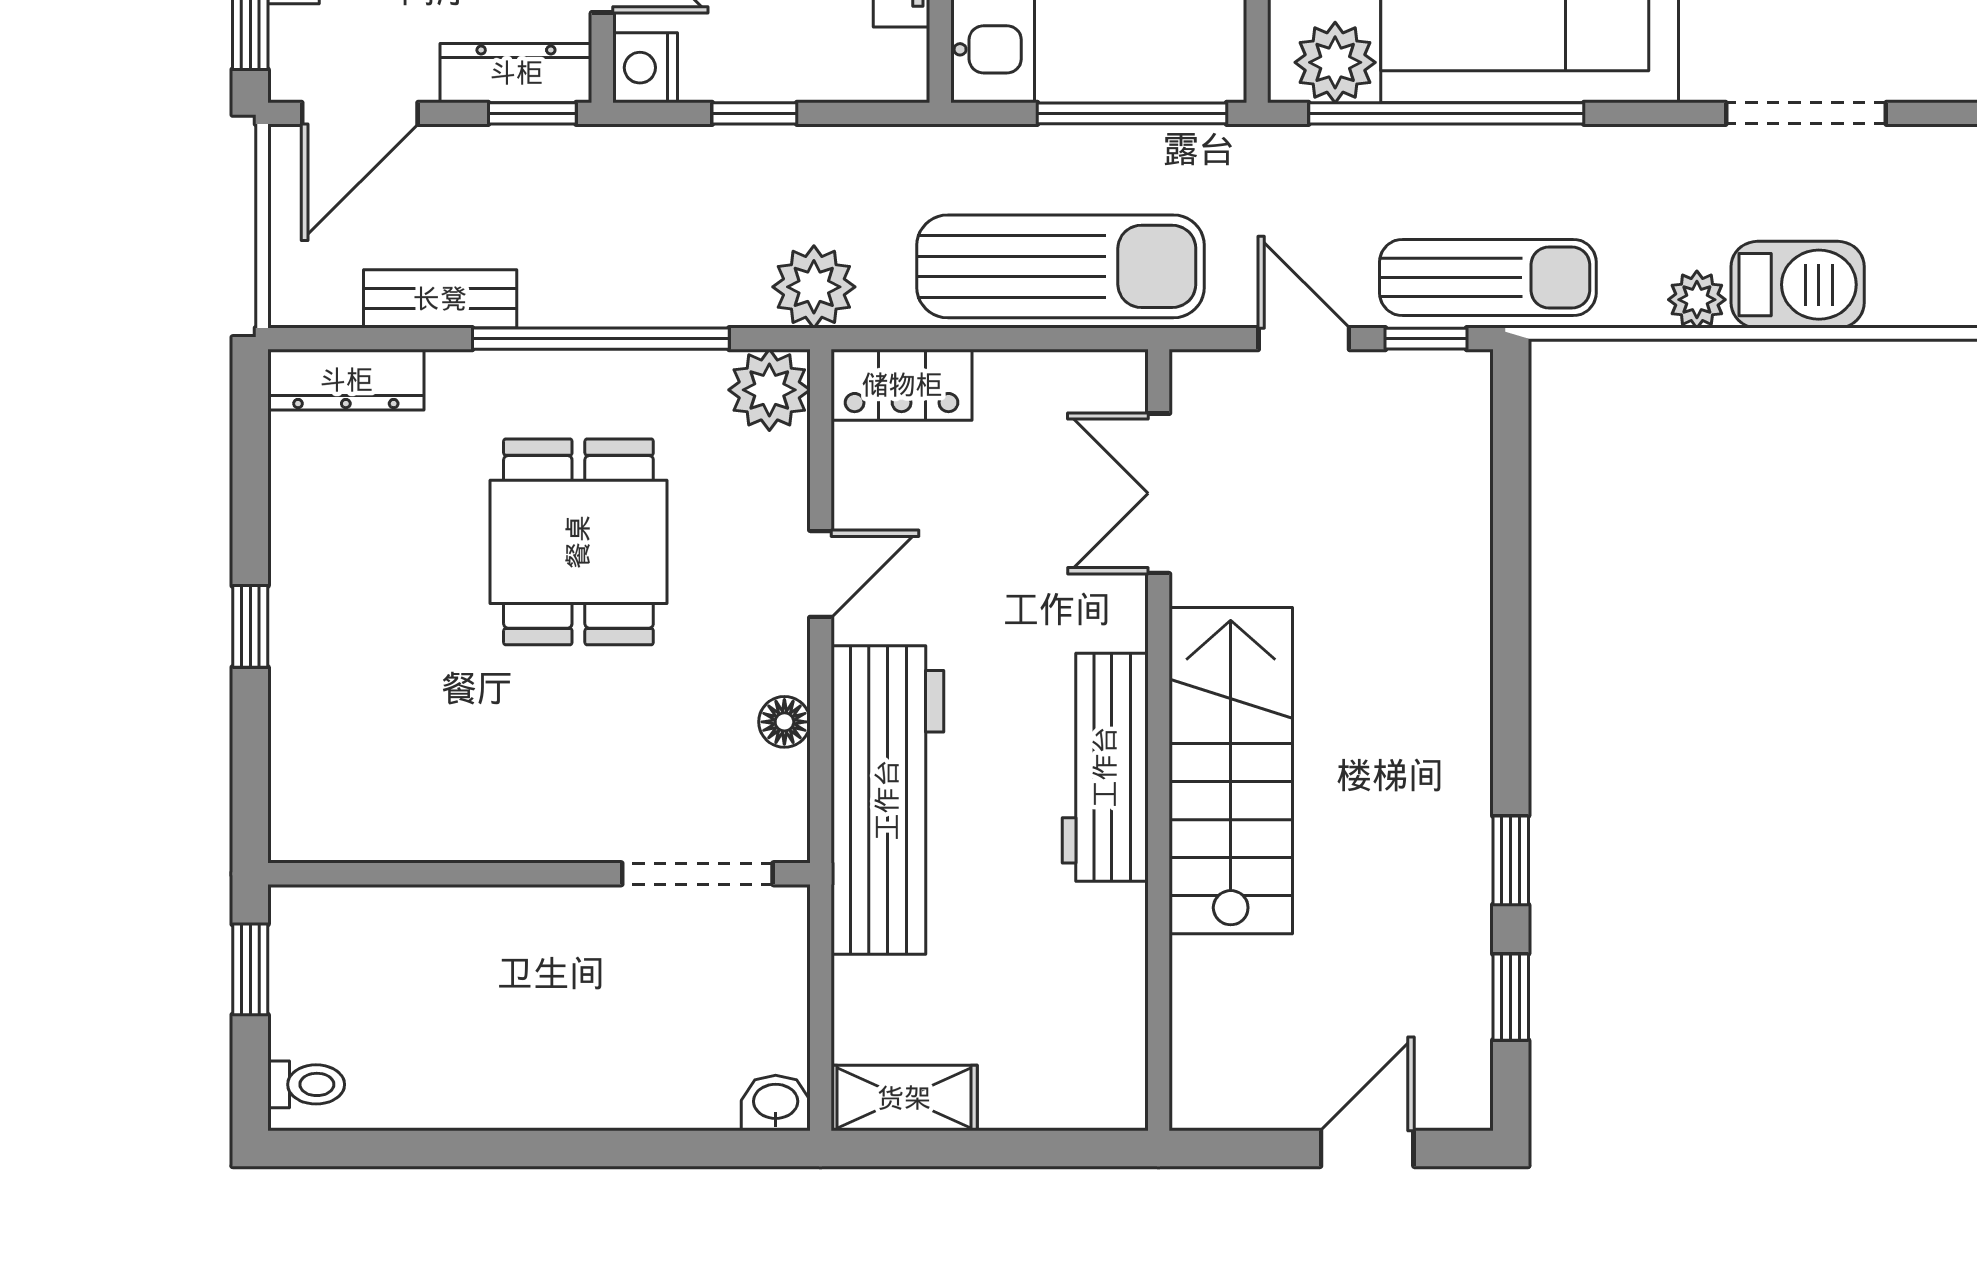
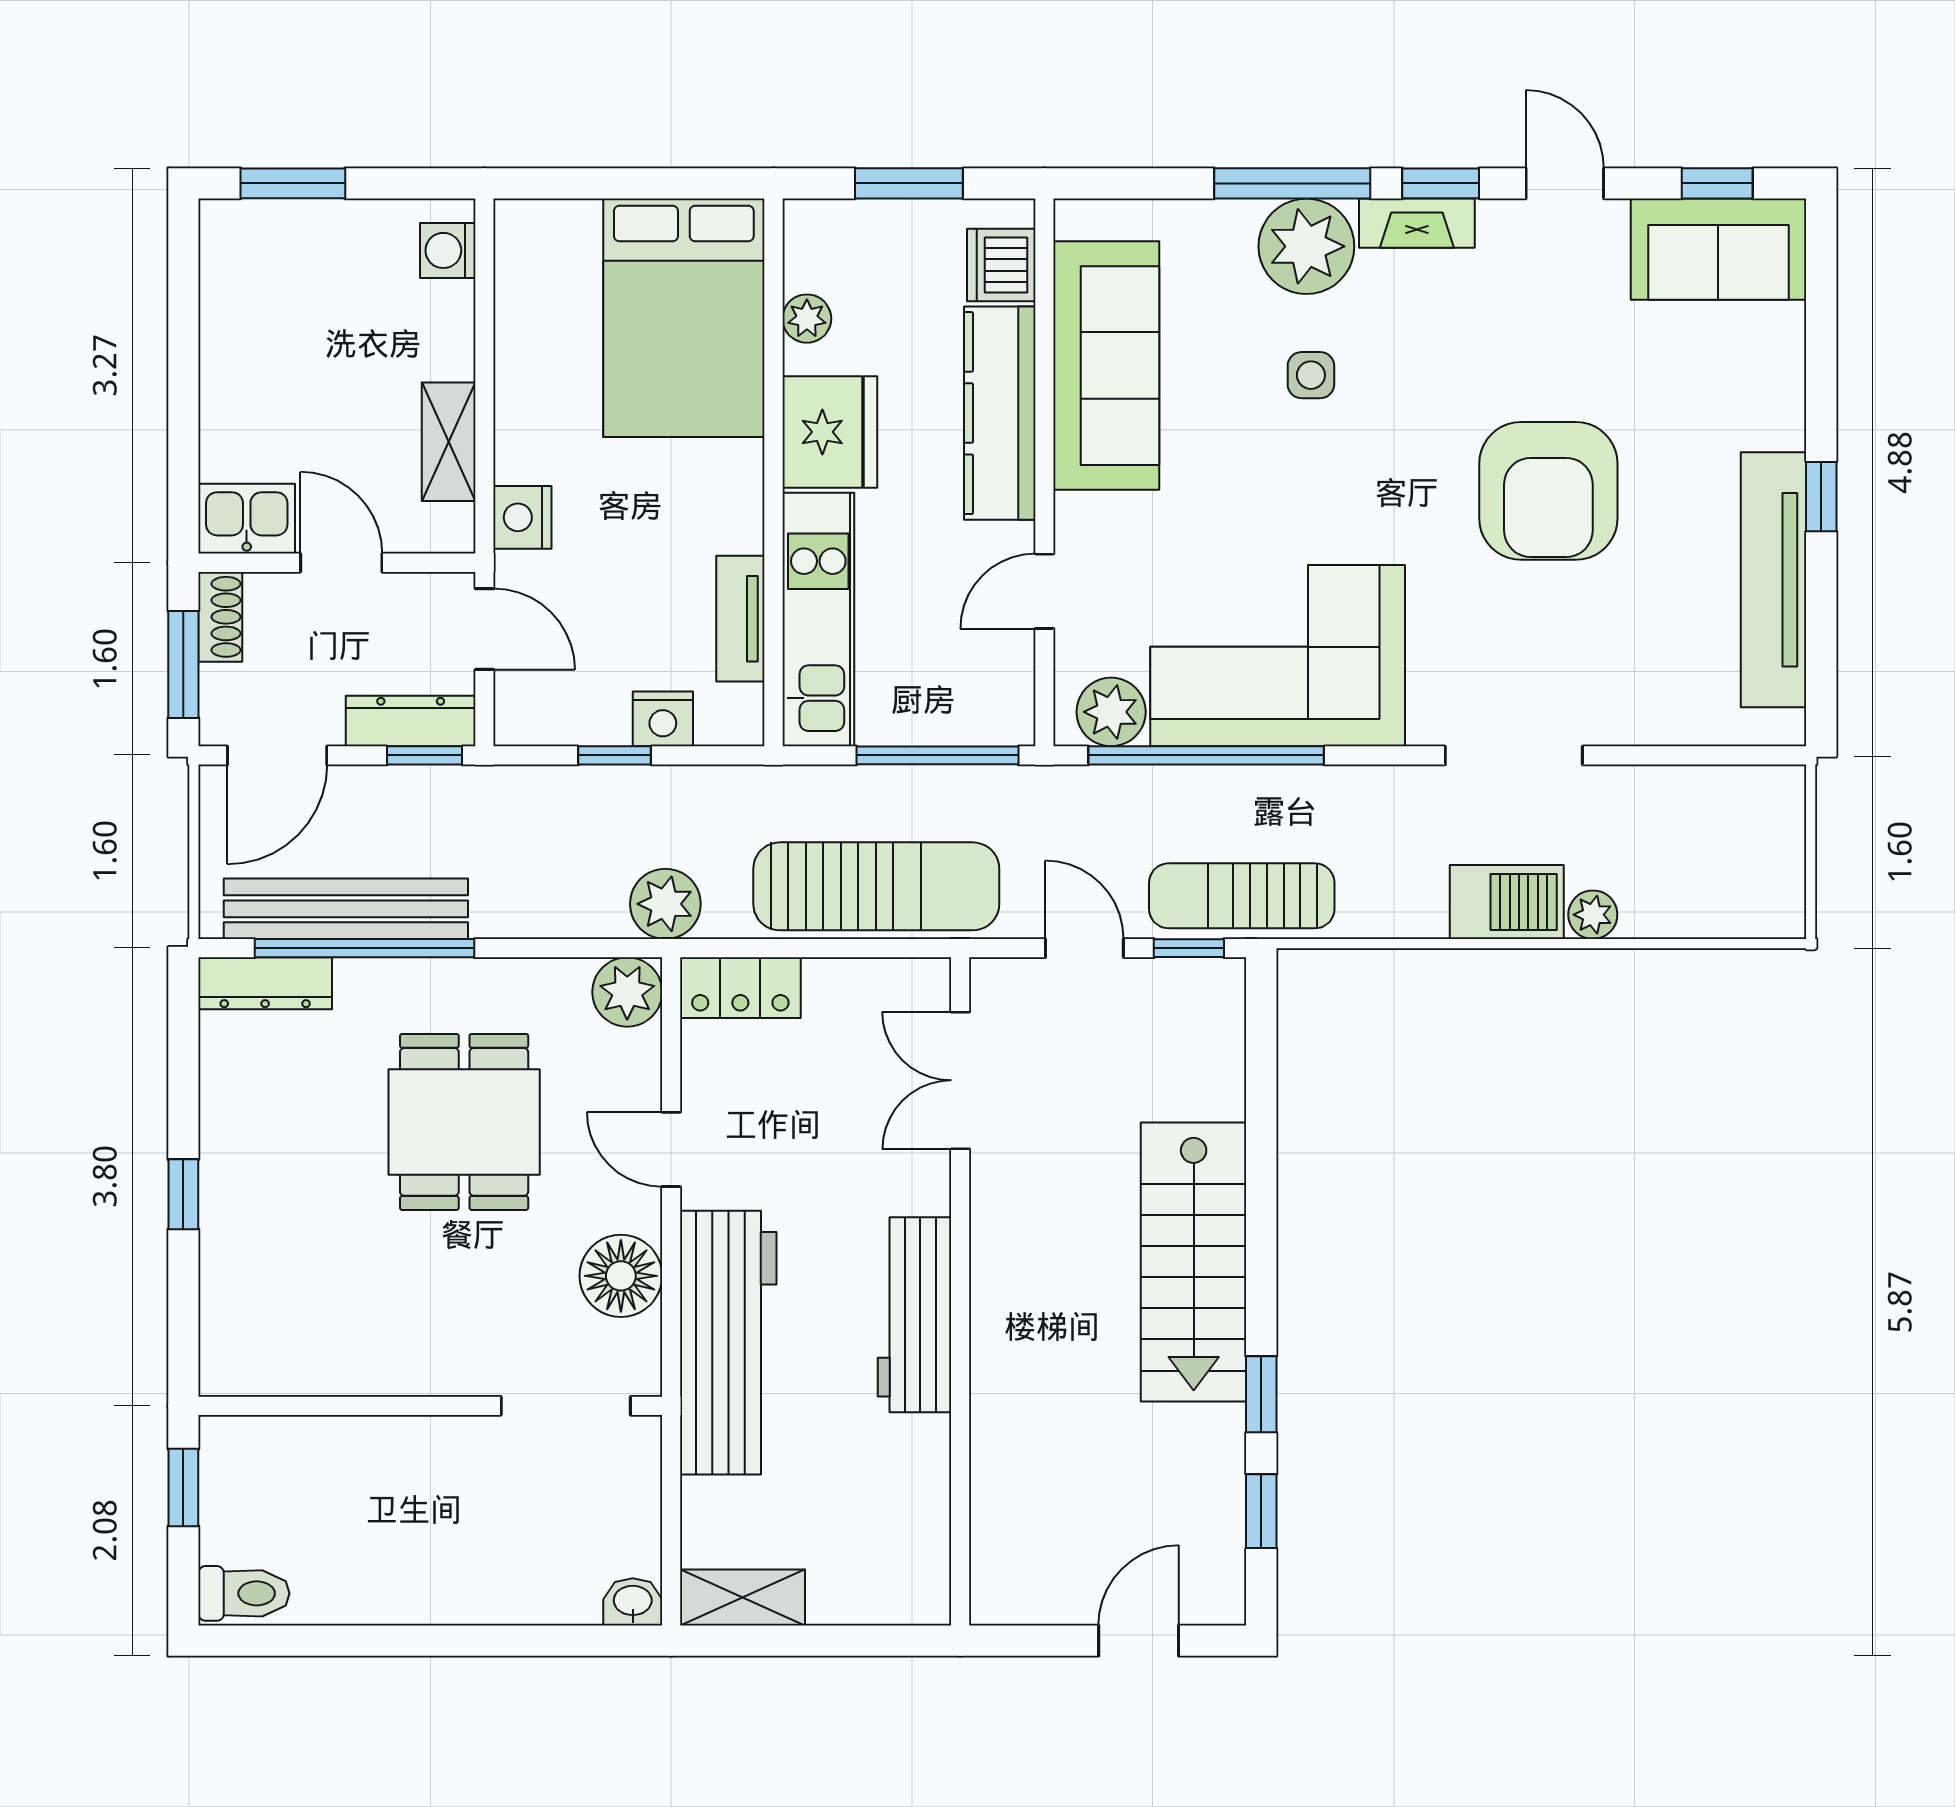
nightstand: (645, 68) -> (663, 719), moved, turned -90
sun lounger: (1488, 278) -> (1242, 896), turned 180
bench: (440, 299) -> (346, 909), width x1.86, depth x1.21
plant: (1697, 300) -> (1593, 915), moved
window: (601, 339) -> (365, 948), moved
door: (821, 574) -> (671, 1149), swing flipped
floor lamp: (784, 722) -> (621, 1276), width x1.89, depth x1.89
stairs: (1231, 771) -> (1194, 1262), moved, turned 180
toilet: (306, 1084) -> (244, 1593), width x1.37, depth x1.39

